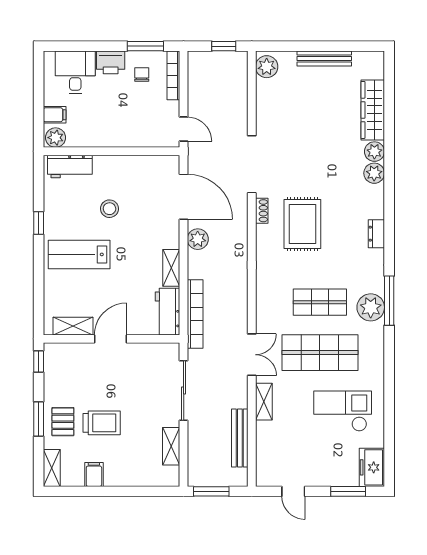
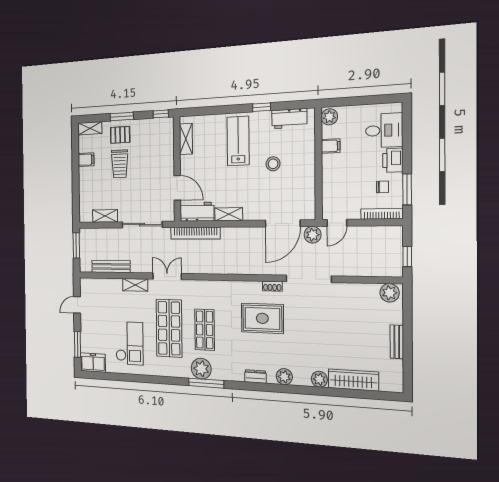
bench: (324, 58) -> (397, 342), width x0.73
filing cabinet: (55, 115) -> (331, 146), moved, turned -90
workbench: (70, 167) -> (289, 119), moved, turned -90
plant: (374, 173) -> (284, 377), moved
plant: (198, 239) -> (313, 235), moved
door: (111, 339) -> (177, 188), moved
double door: (252, 355) -> (167, 276), swing flipped

